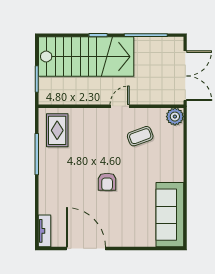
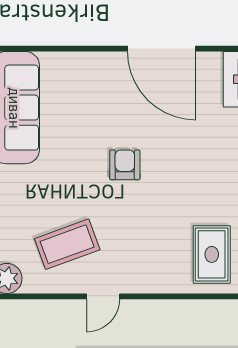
coffee table: (140, 136) -> (67, 244), width x1.36, depth x1.30

